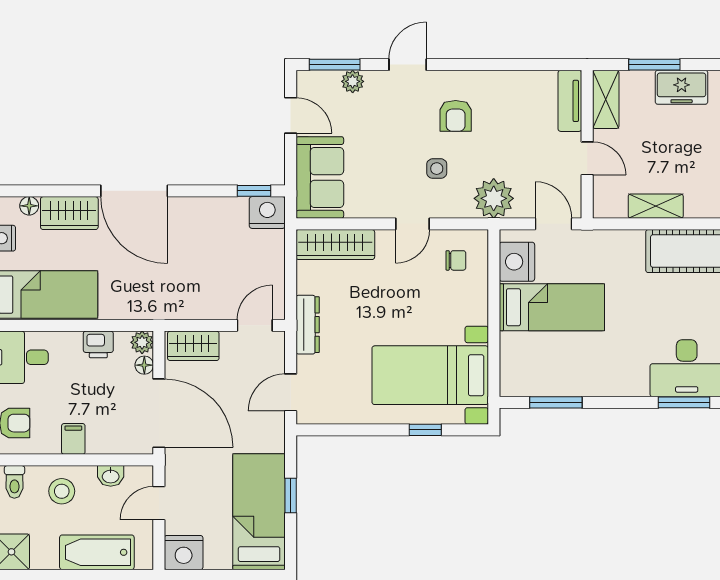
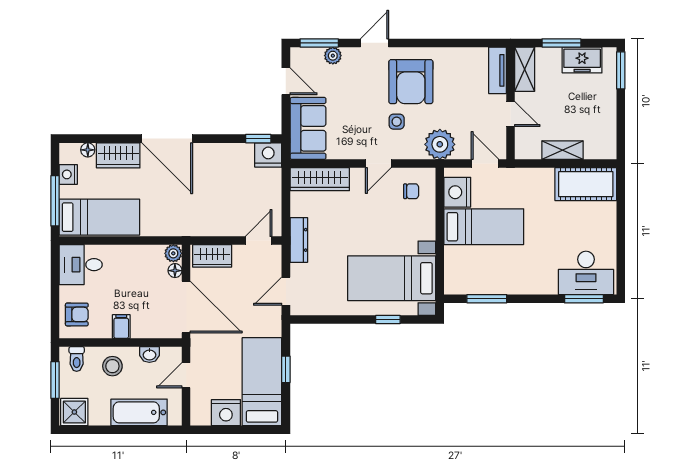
armchair: (456, 116) -> (411, 82), width x1.88, depth x1.88
printer: (98, 344) -> (140, 255), removed
nightstand: (184, 553) -> (226, 413), moved

